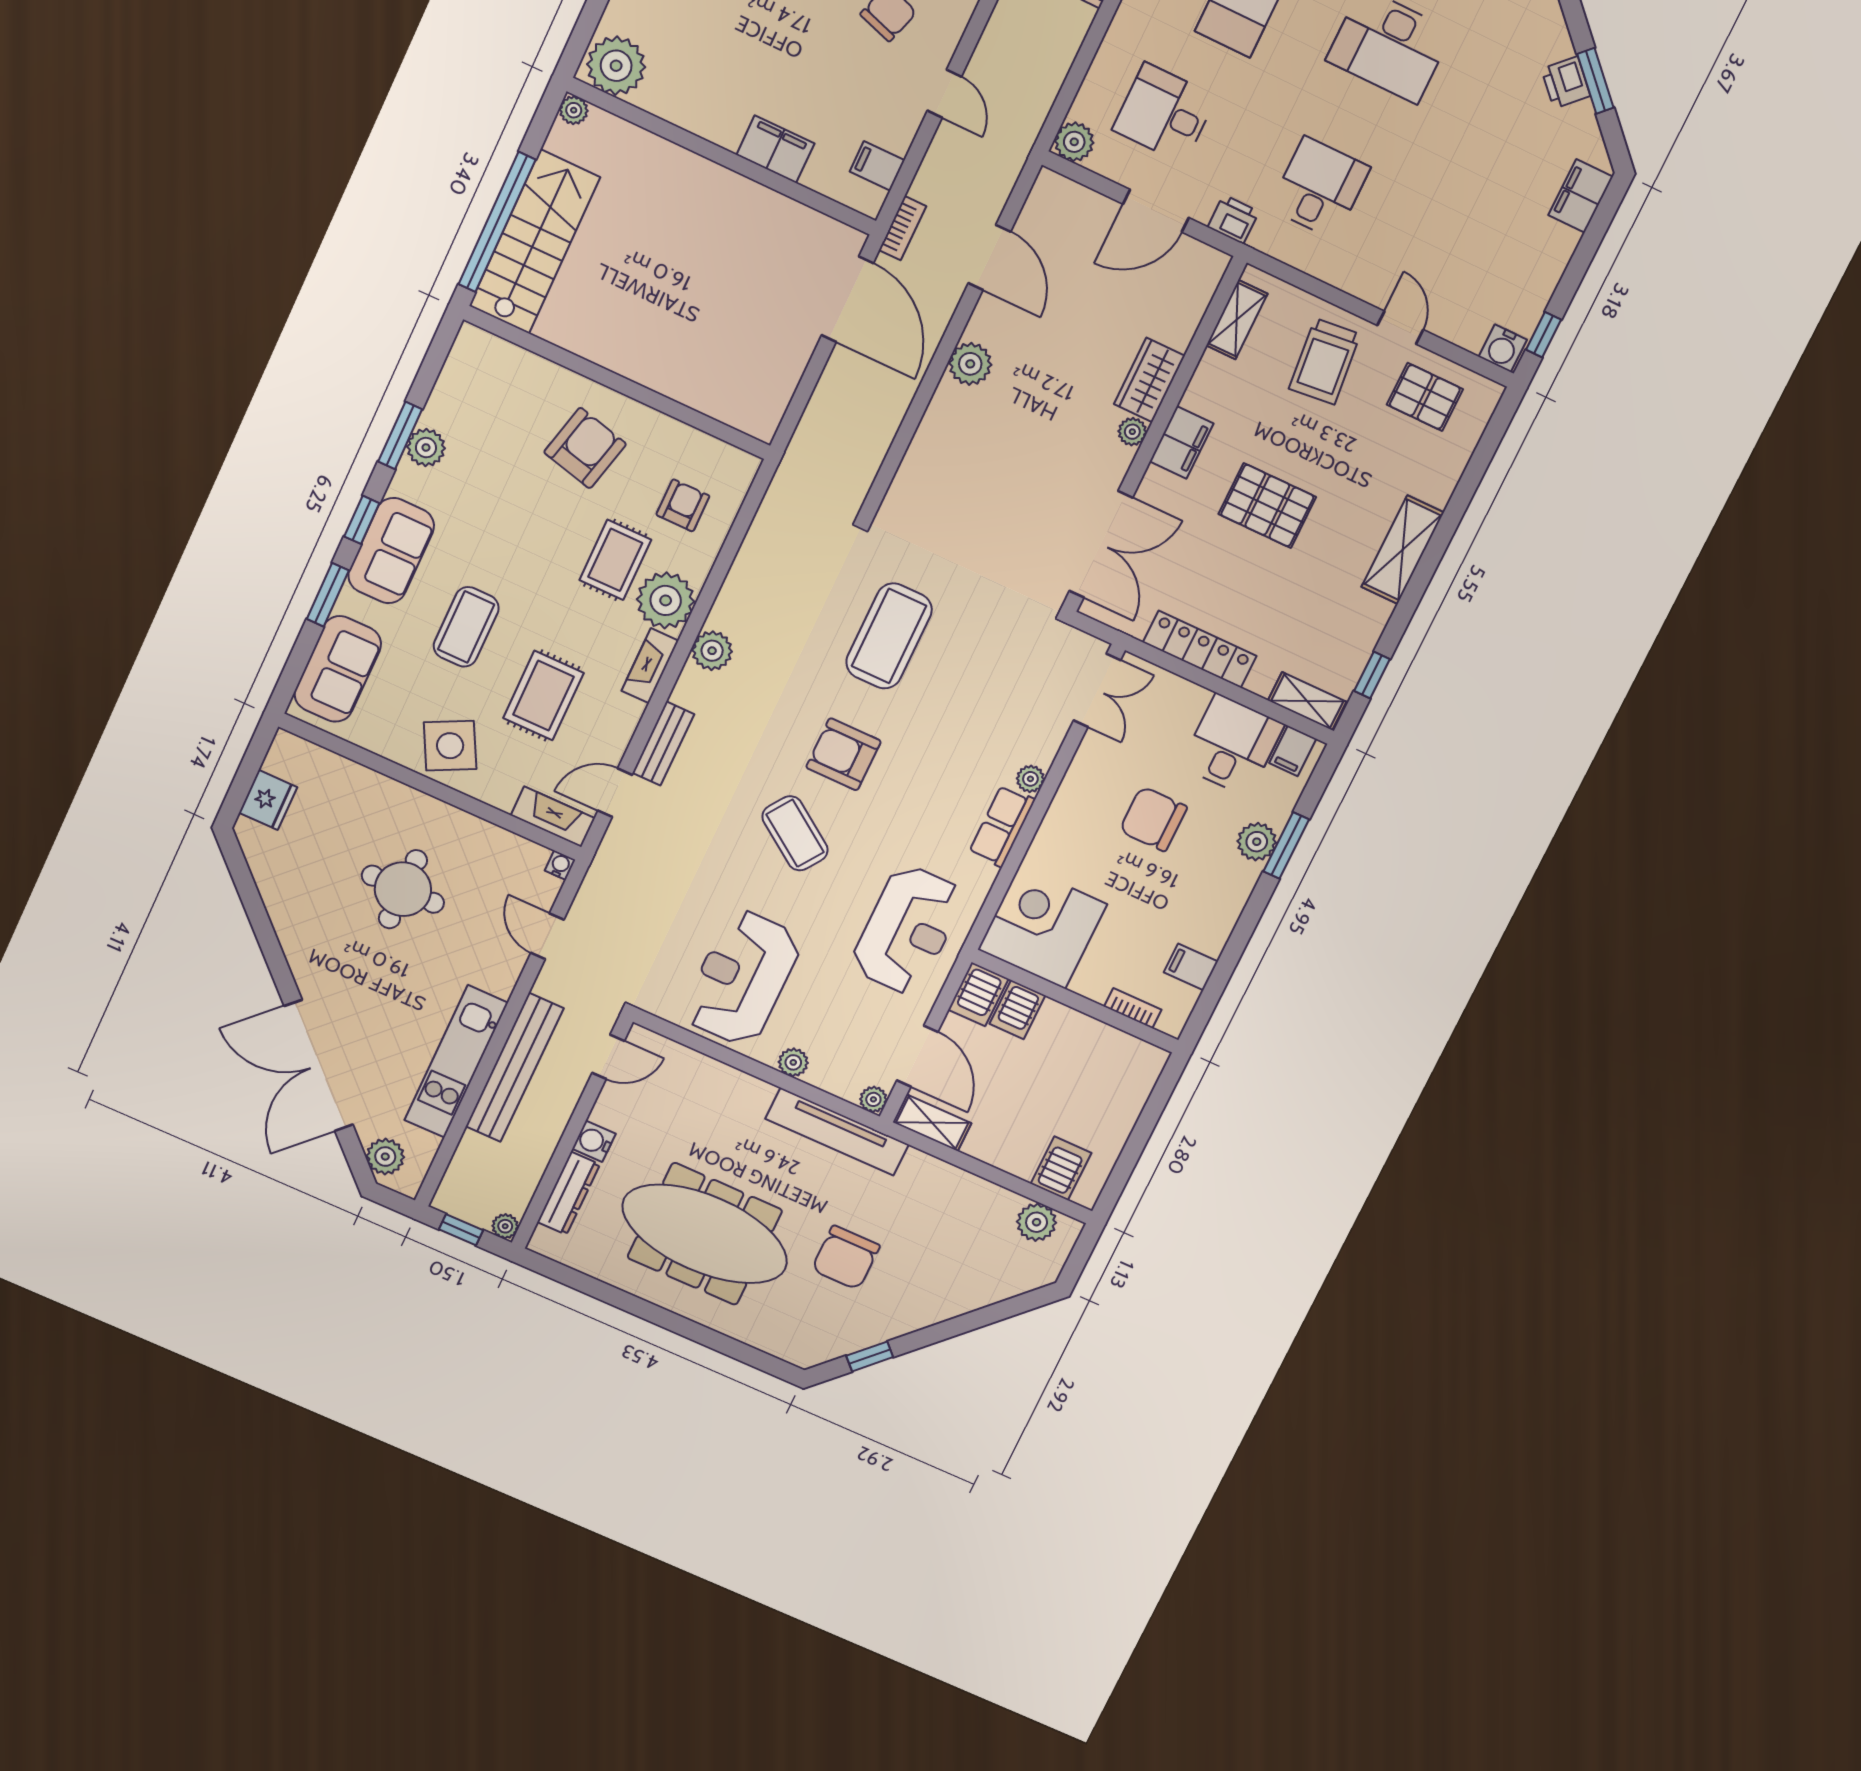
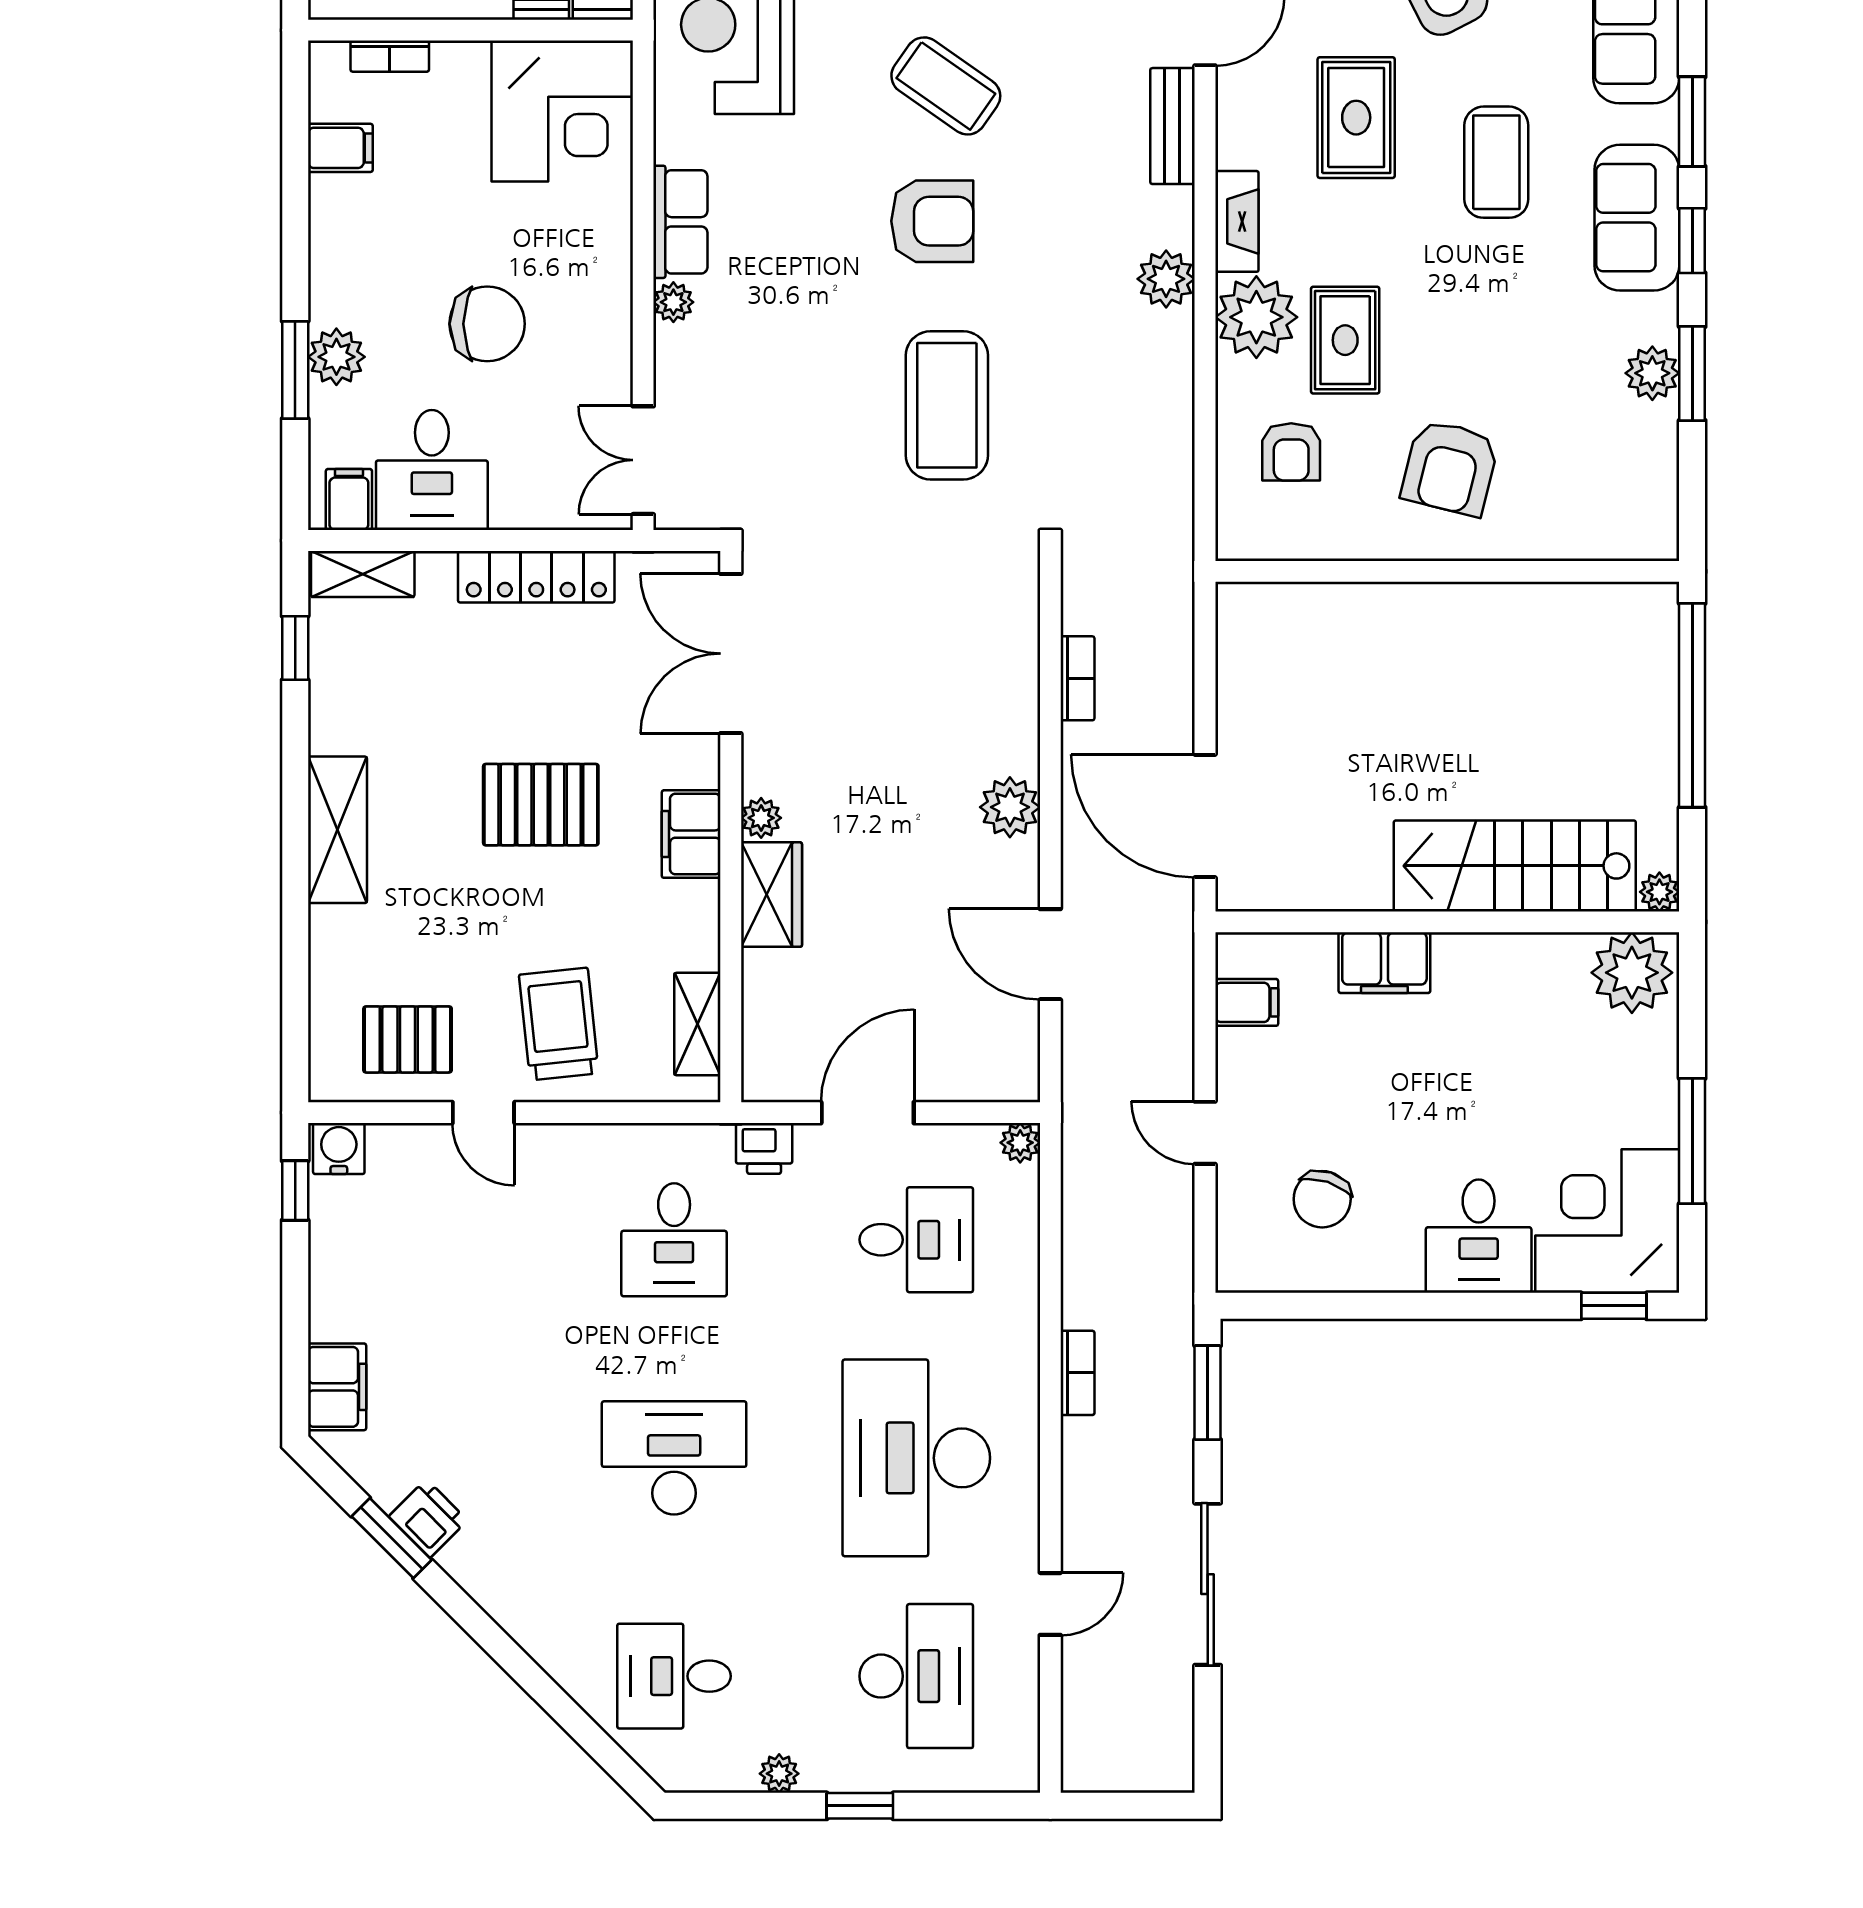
plant: (1074, 142) -> (1020, 1143), width x0.73, depth x0.73
bookcase: (902, 228) -> (1077, 678), moved, turned 180
stairs: (535, 242) -> (1515, 866), moved, turned 90

